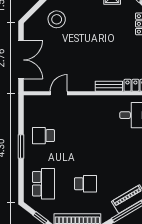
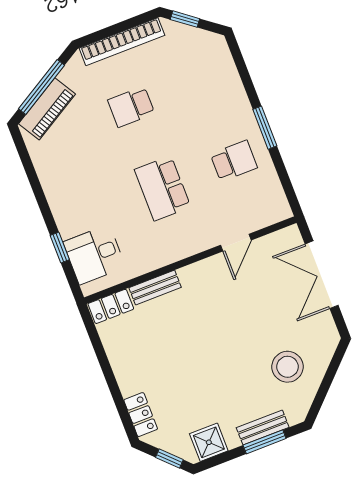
school desk: (43, 184) -> (163, 188), moved

